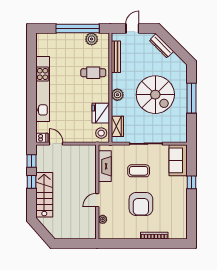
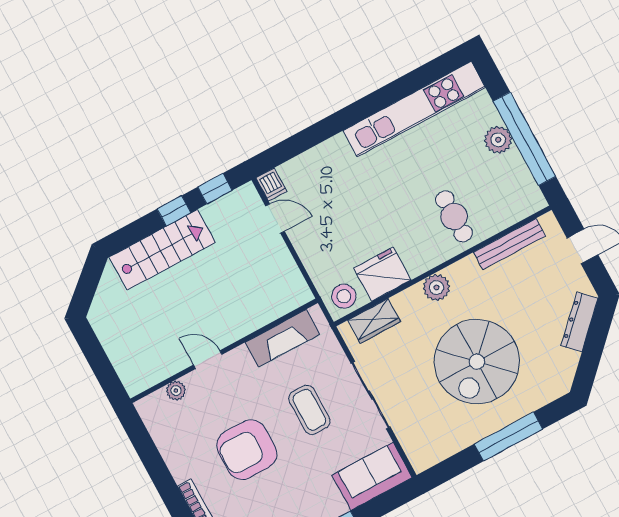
plant: (92, 39) -> (498, 140), moved
kitchen unit: (43, 89) -> (414, 109), moved
door: (56, 144) -> (275, 219), hinge flipped

